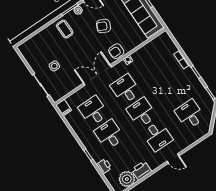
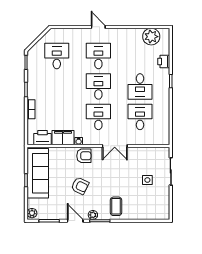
double door: (97, 75) -> (115, 146), width x0.73
desk: (125, 89) -> (98, 117), turned 180
filing cabinet: (64, 108) -> (63, 138), moved, width x2.00
desk: (93, 111) -> (140, 117), turned 180
desk: (141, 113) -> (98, 86), turned 180
desk: (190, 114) -> (57, 56), turned 180
printer: (141, 171) -> (42, 138), moved, turned 180

